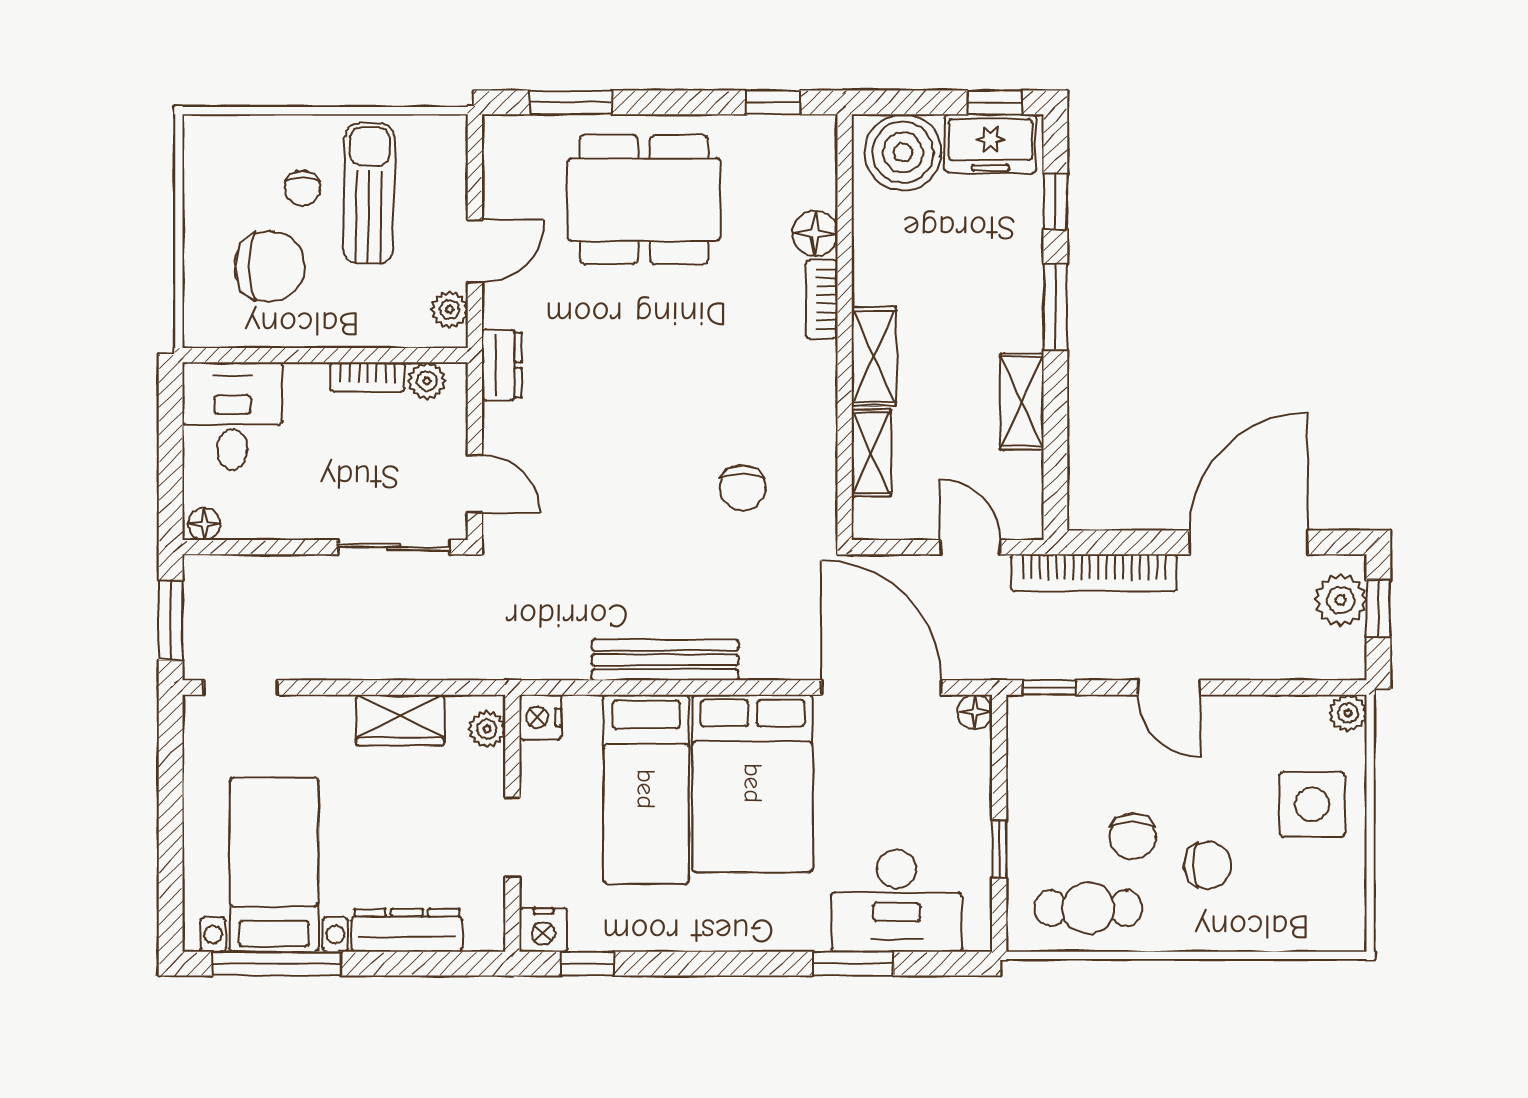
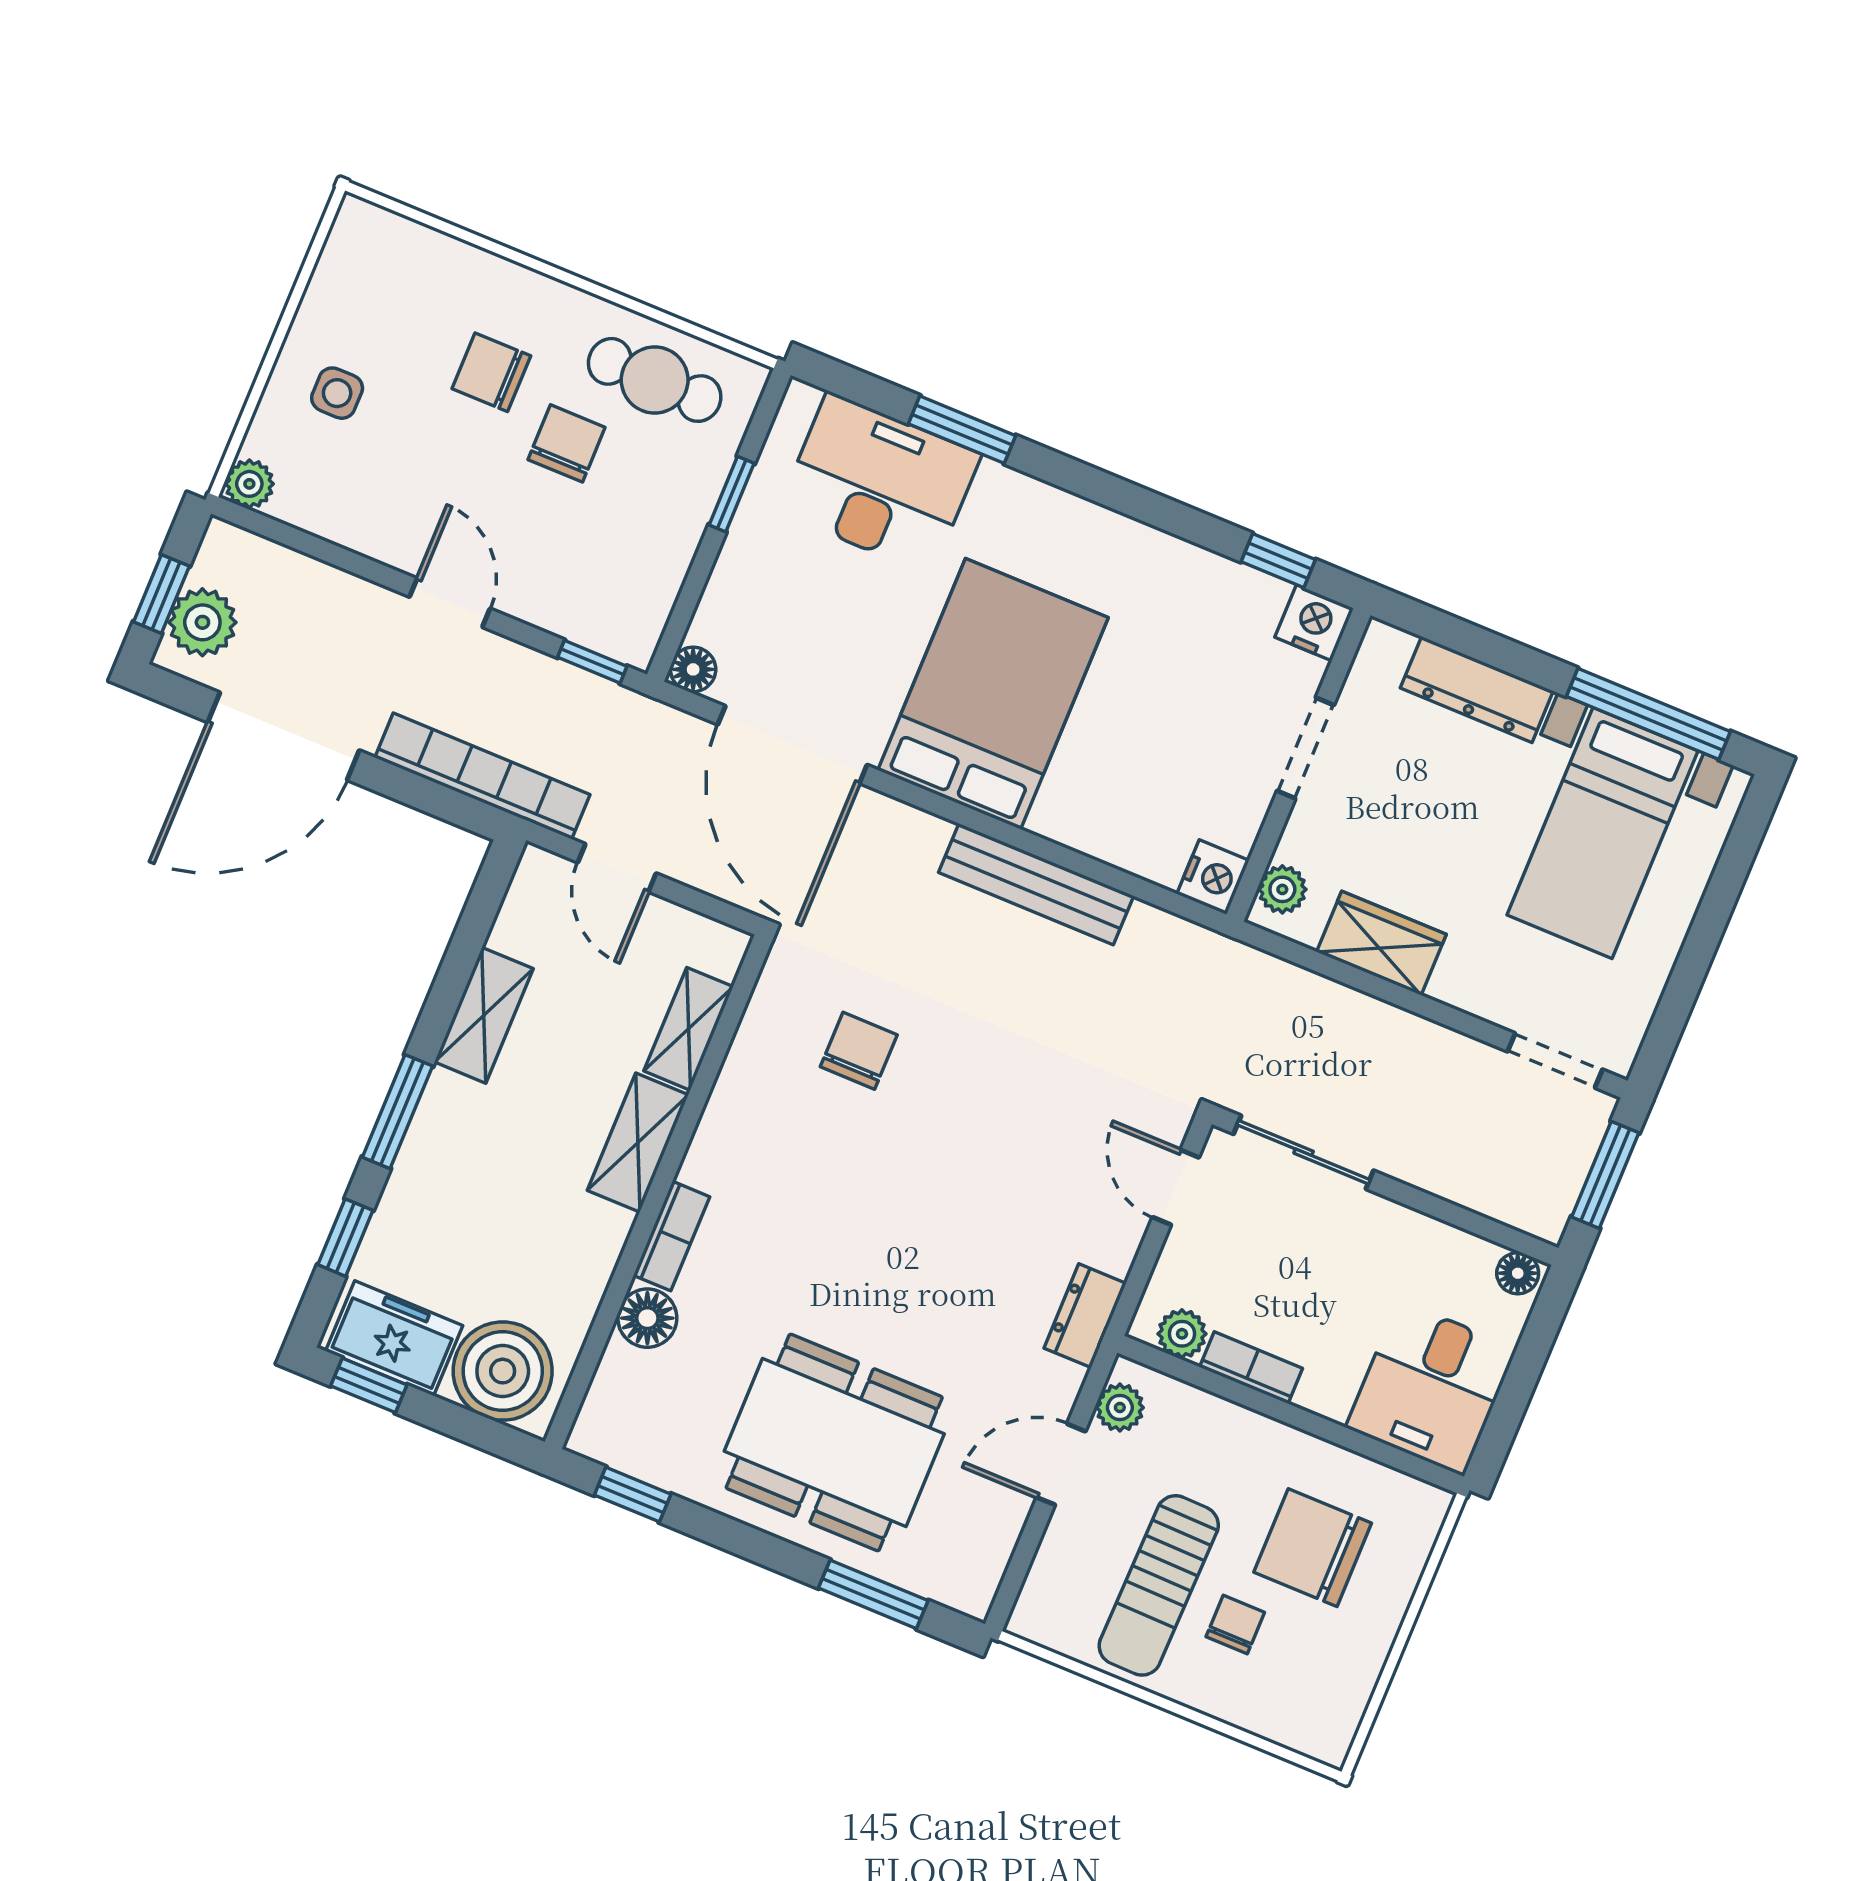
bed: (646, 789) -> (1122, 739), removed
side table: (1312, 804) -> (337, 393), width x0.54, depth x0.54

